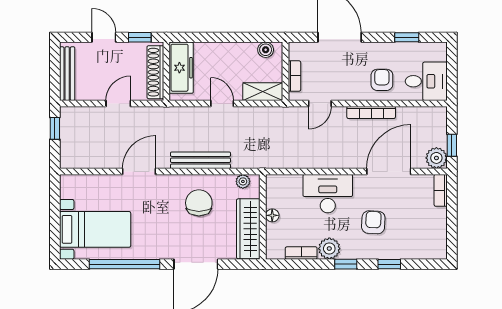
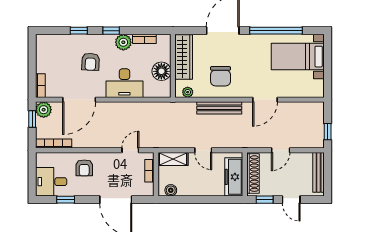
desk: (426, 81) -> (51, 182), moved
bookcase: (371, 112) -> (54, 144), moved
floor lamp: (272, 215) -> (161, 71), width x1.89, depth x1.89

